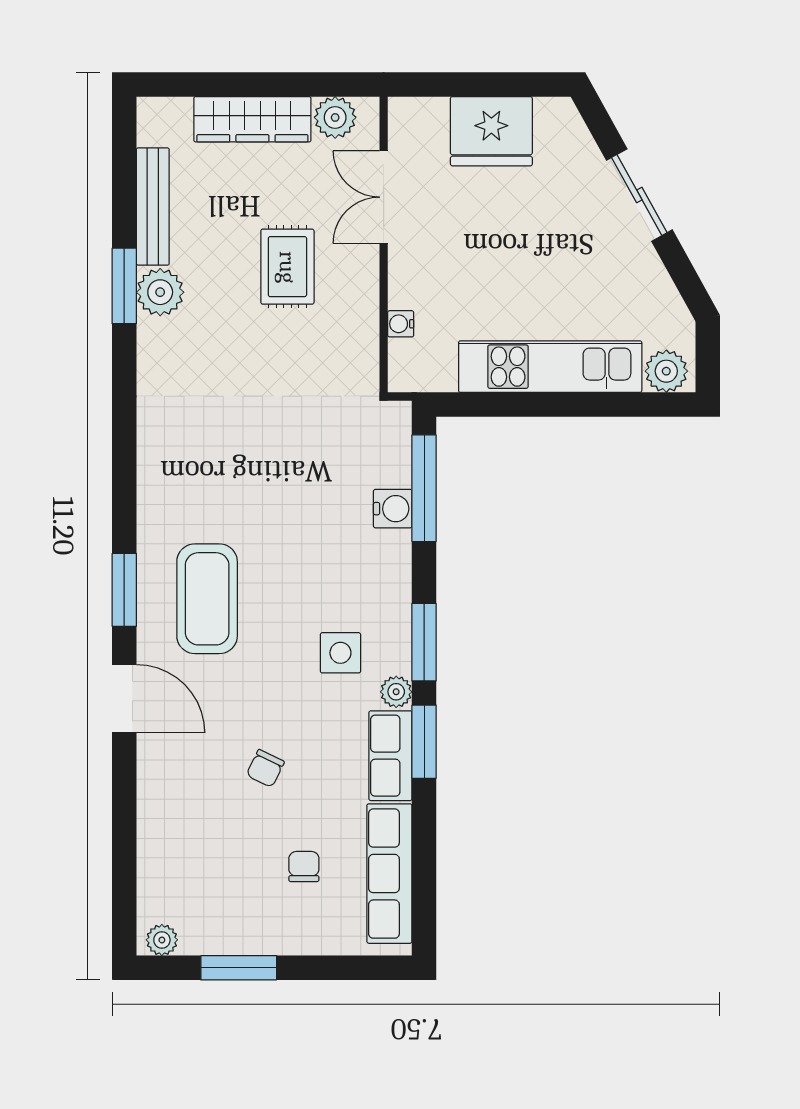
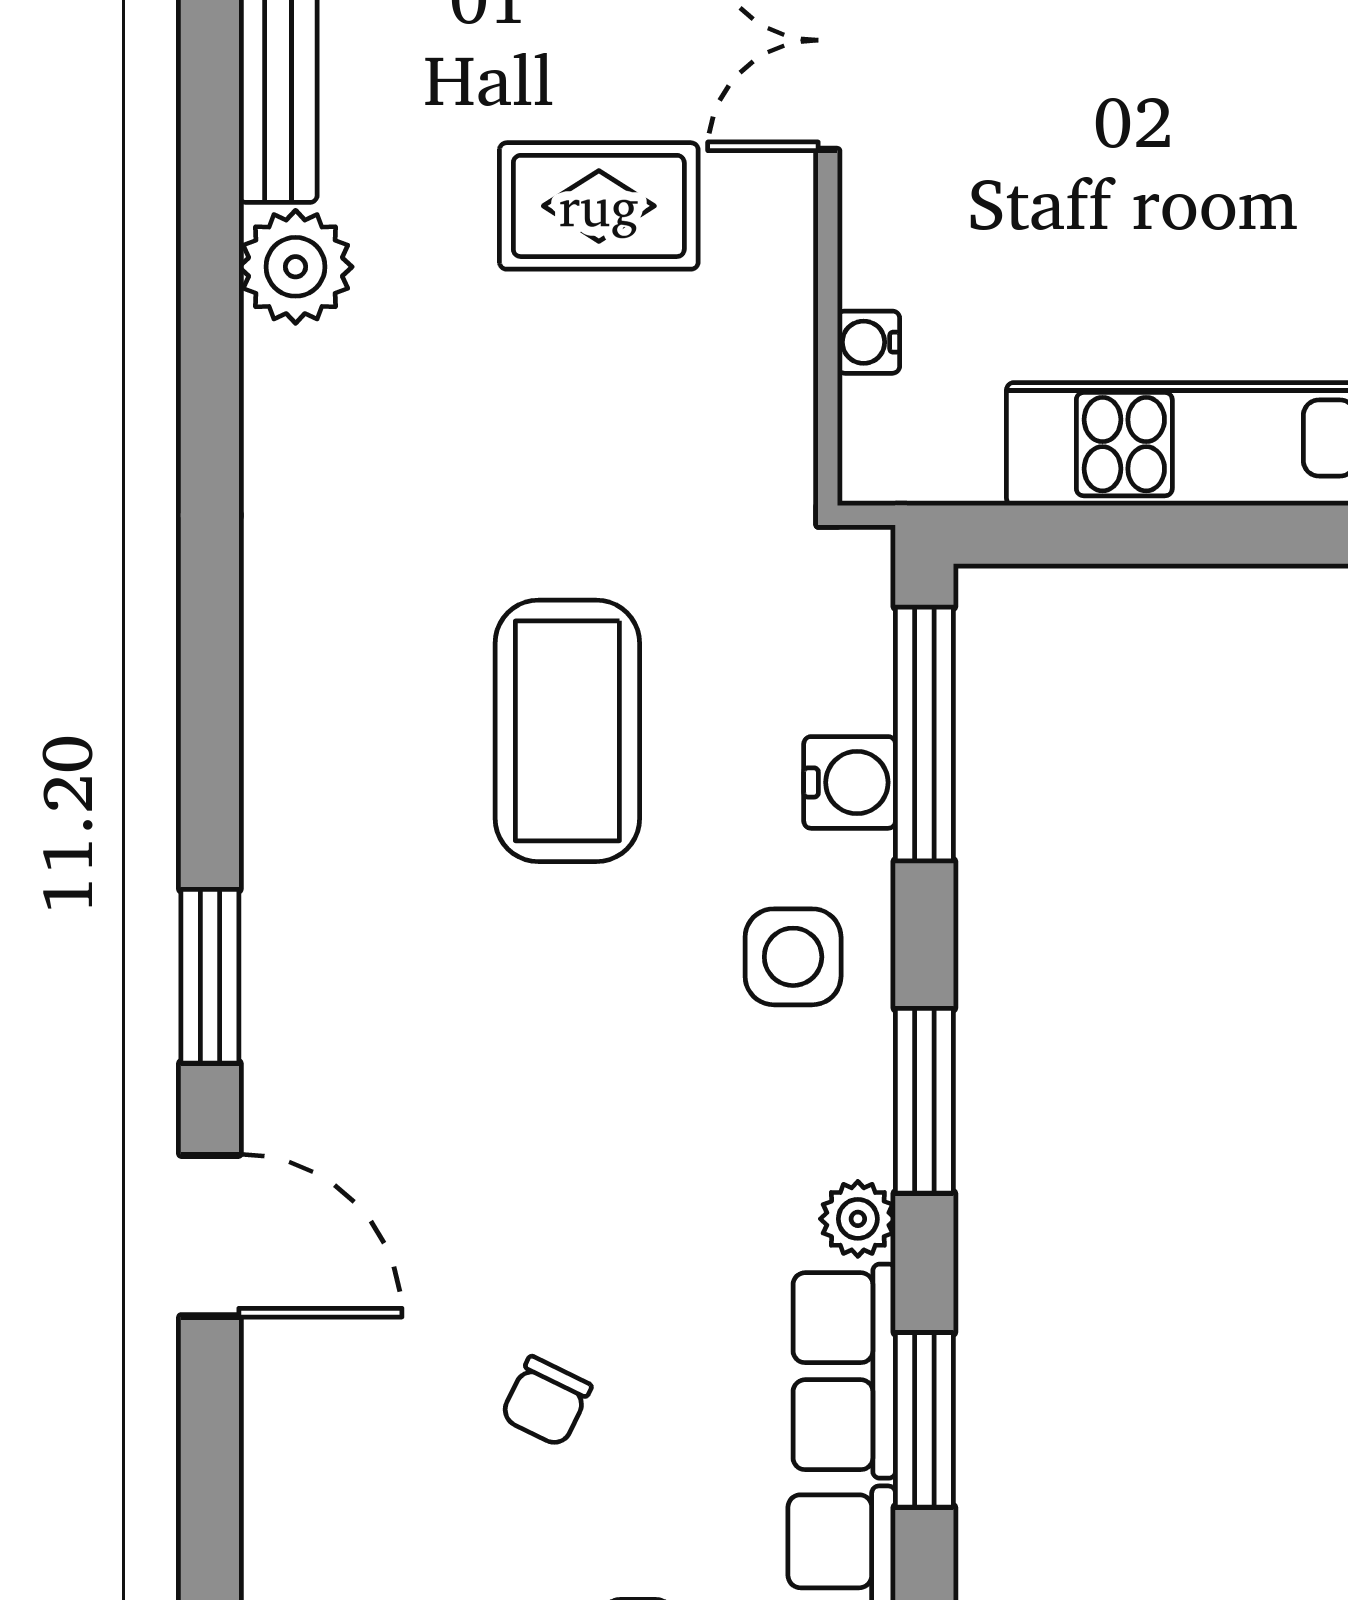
rug: (287, 267) -> (599, 206), turned 90
window: (124, 286) -> (210, 252), removed
coffee table: (207, 599) -> (567, 731), moved
side table: (340, 653) -> (793, 957), moved
window: (424, 742) -> (924, 1420), moved

